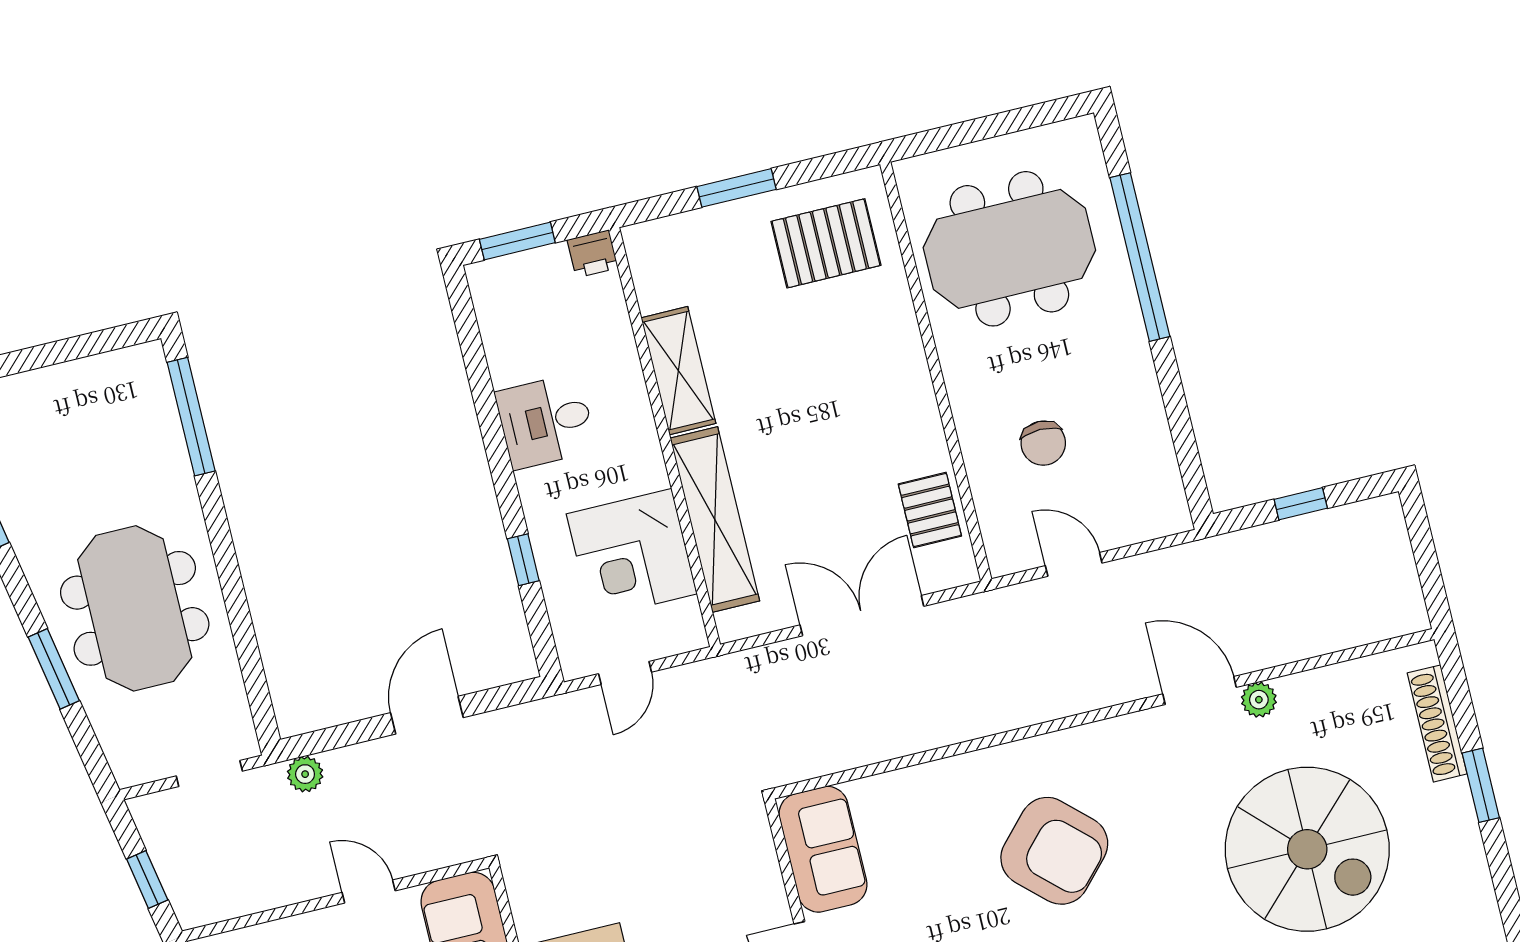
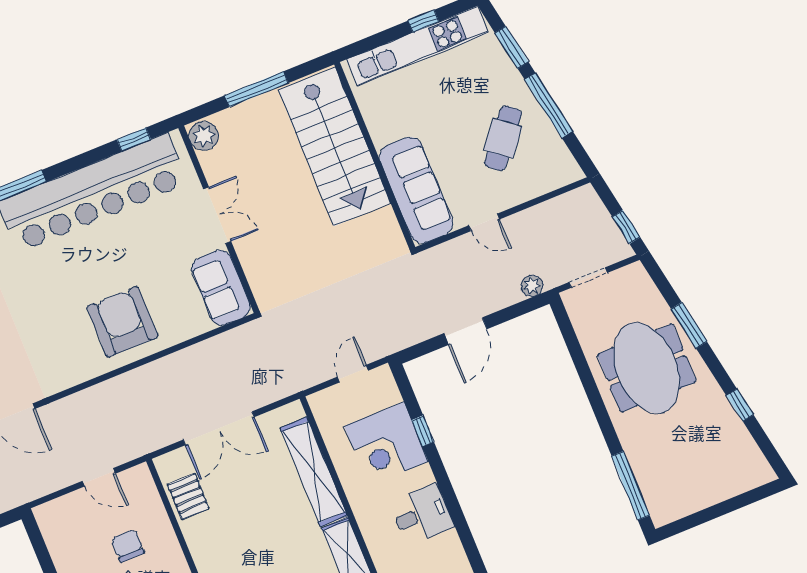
corner desk: (632, 554) -> (386, 444), moved, turned 180
armchair: (1054, 851) -> (122, 322), moved, turned 47
window: (147, 879) -> (626, 227), moved

